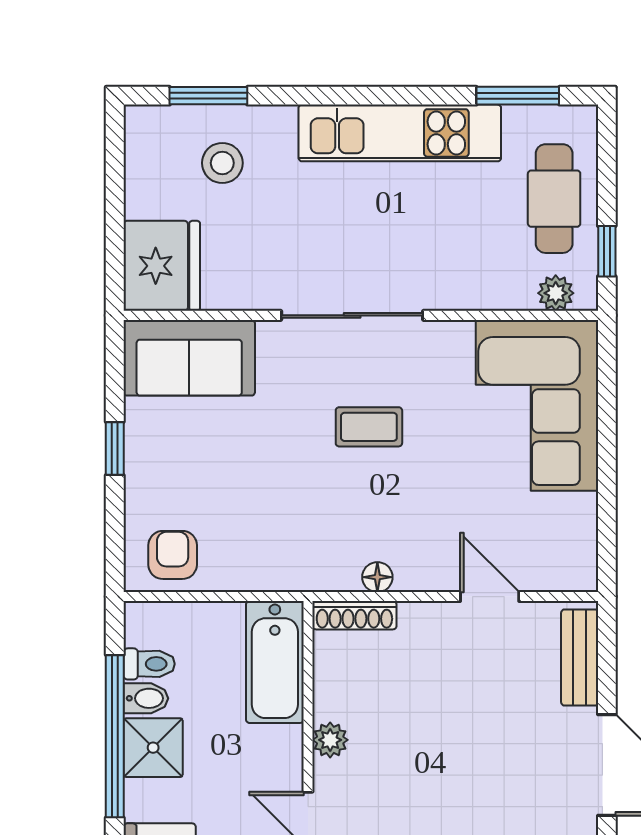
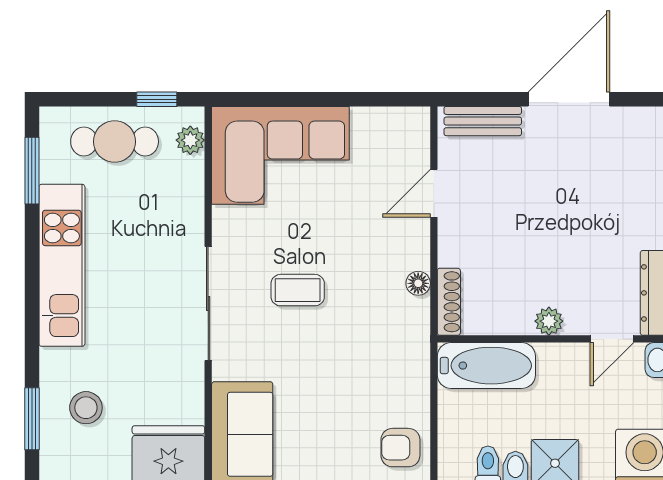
coffee table: (369, 427) -> (298, 290), turned 90

